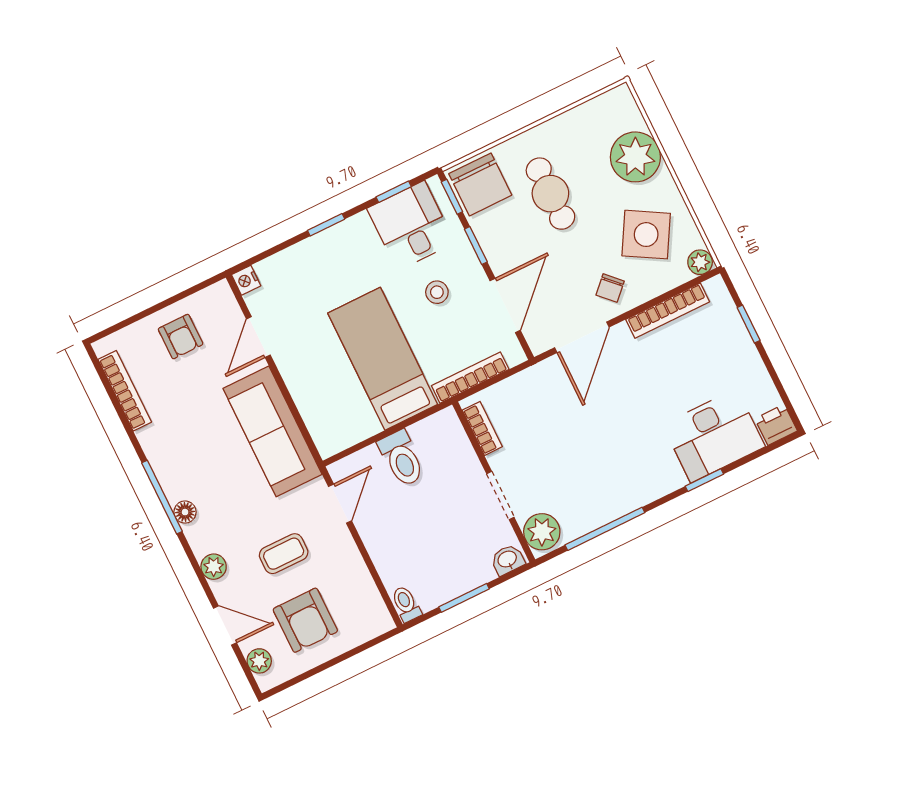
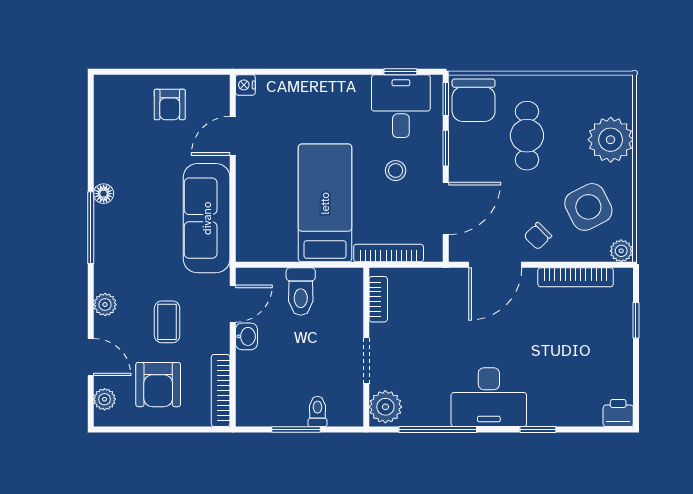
window: (326, 225) -> (332, 72), removed
side table: (646, 235) -> (588, 207), turned 33
bookcase: (125, 391) -> (221, 391), moved, turned 180
desk: (714, 436) -> (489, 397), moved
floor lamp: (185, 512) -> (104, 194), moved
coffee table: (284, 554) -> (167, 322), turned 90
washbasin: (507, 560) -> (246, 336), moved, turned 90
toilet: (406, 604) -> (317, 411), moved

